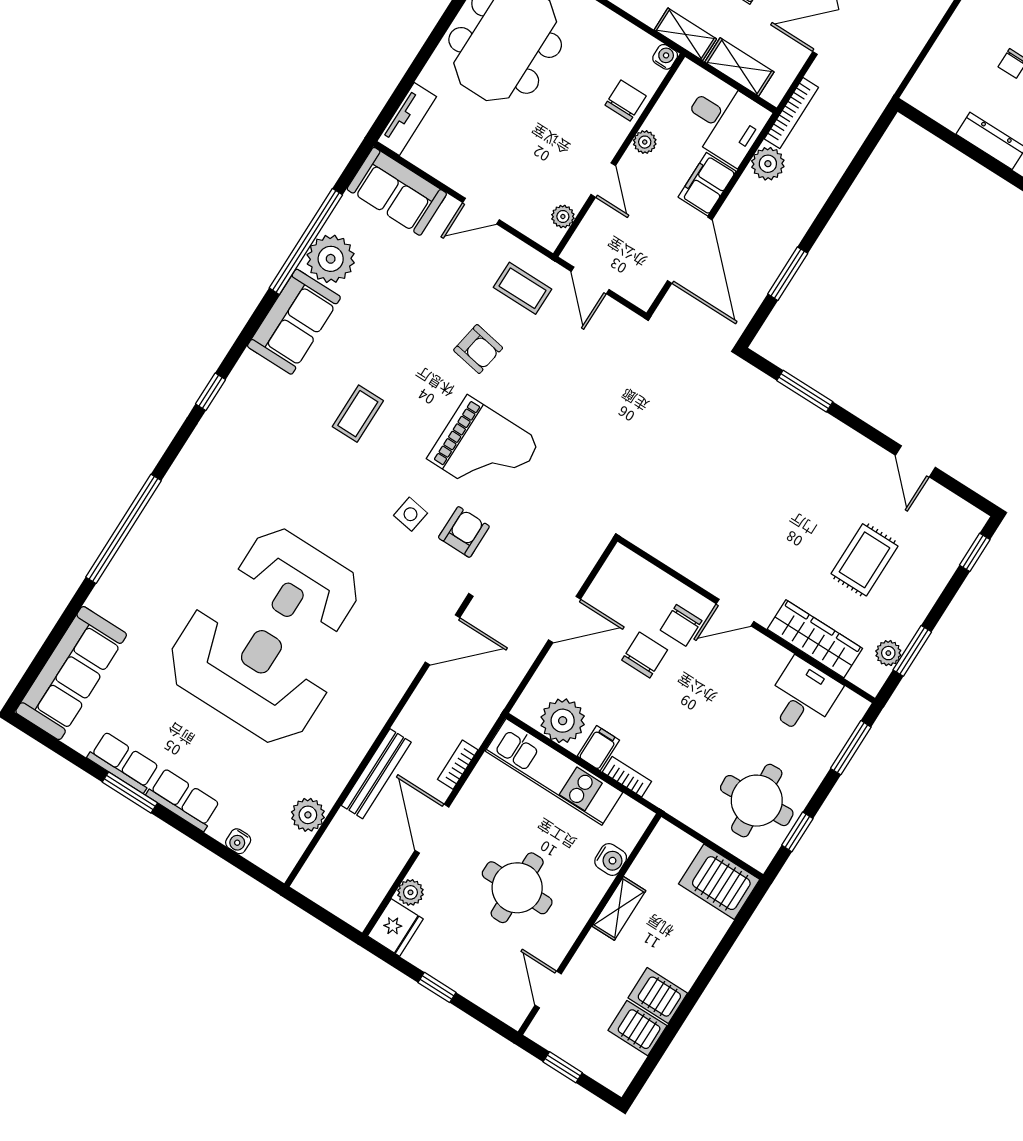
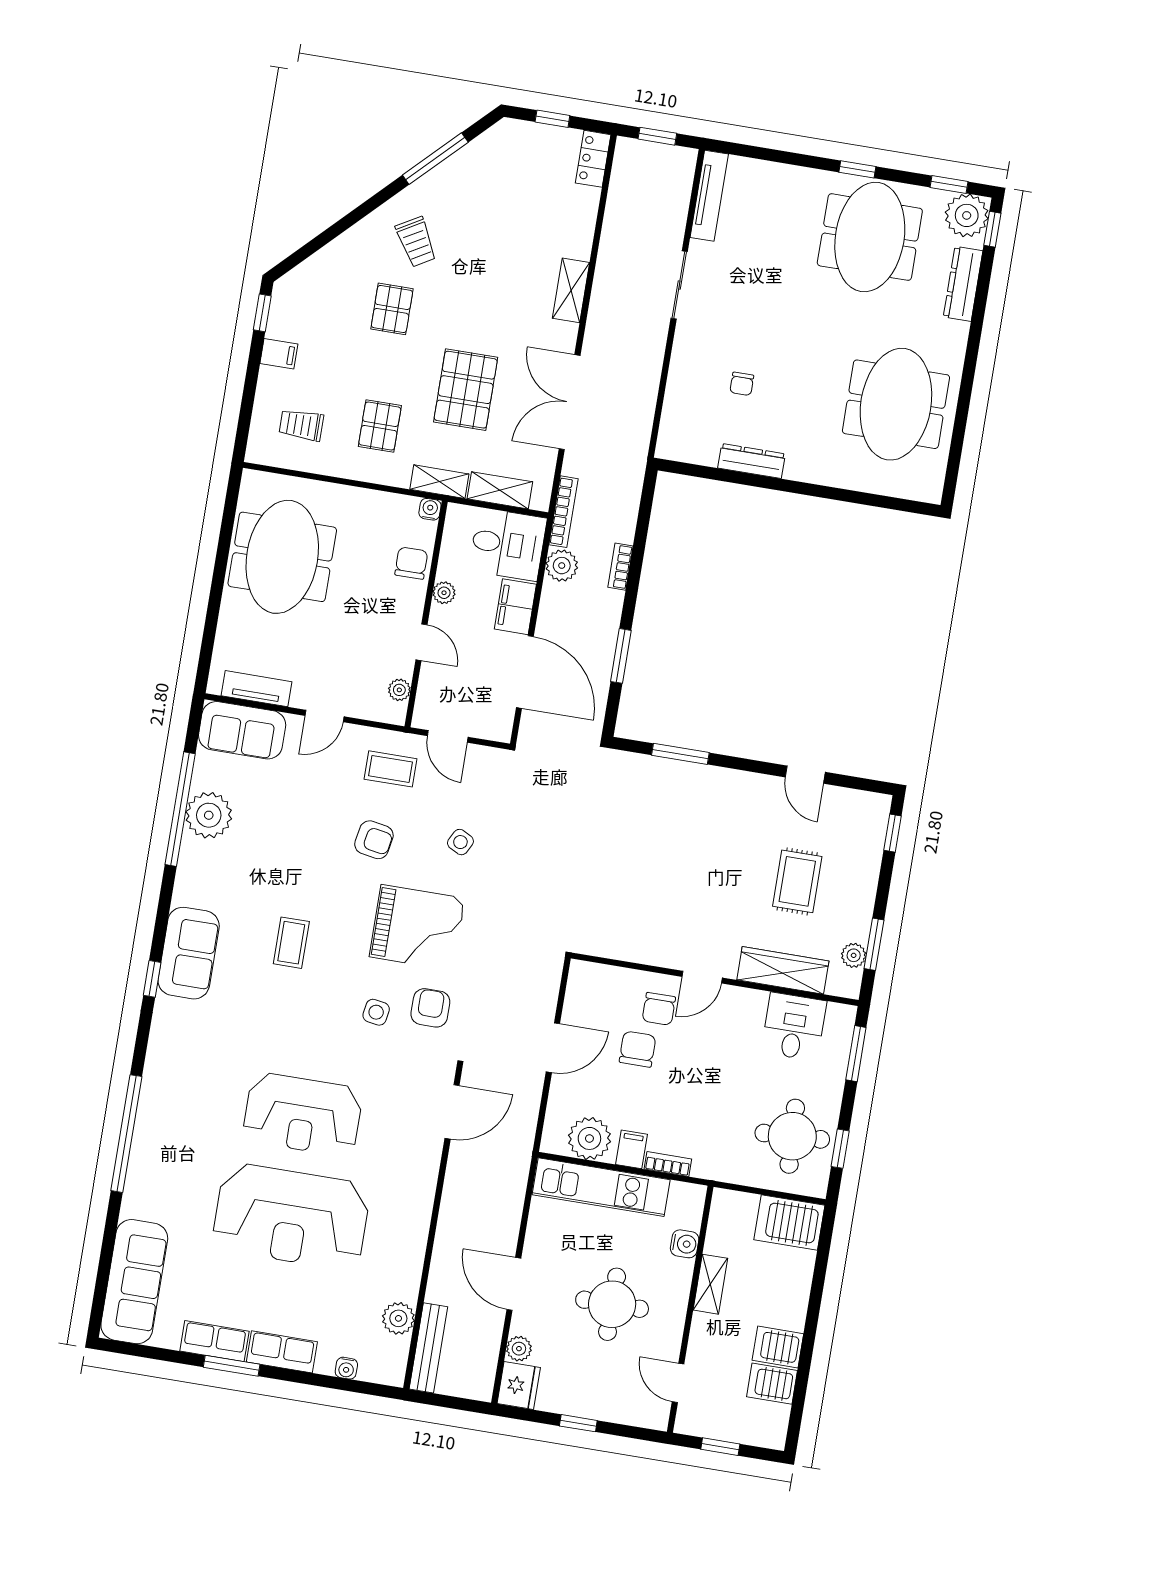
tv unit: (407, 119) -> (257, 689), moved, turned -90
sofa: (294, 322) -> (189, 953), moved
side table: (560, 386) -> (460, 842), added
reception desk: (247, 674) -> (291, 1216), turned 180
bookcase: (458, 765) -> (620, 567), moved
bench: (376, 774) -> (428, 1348), moved

